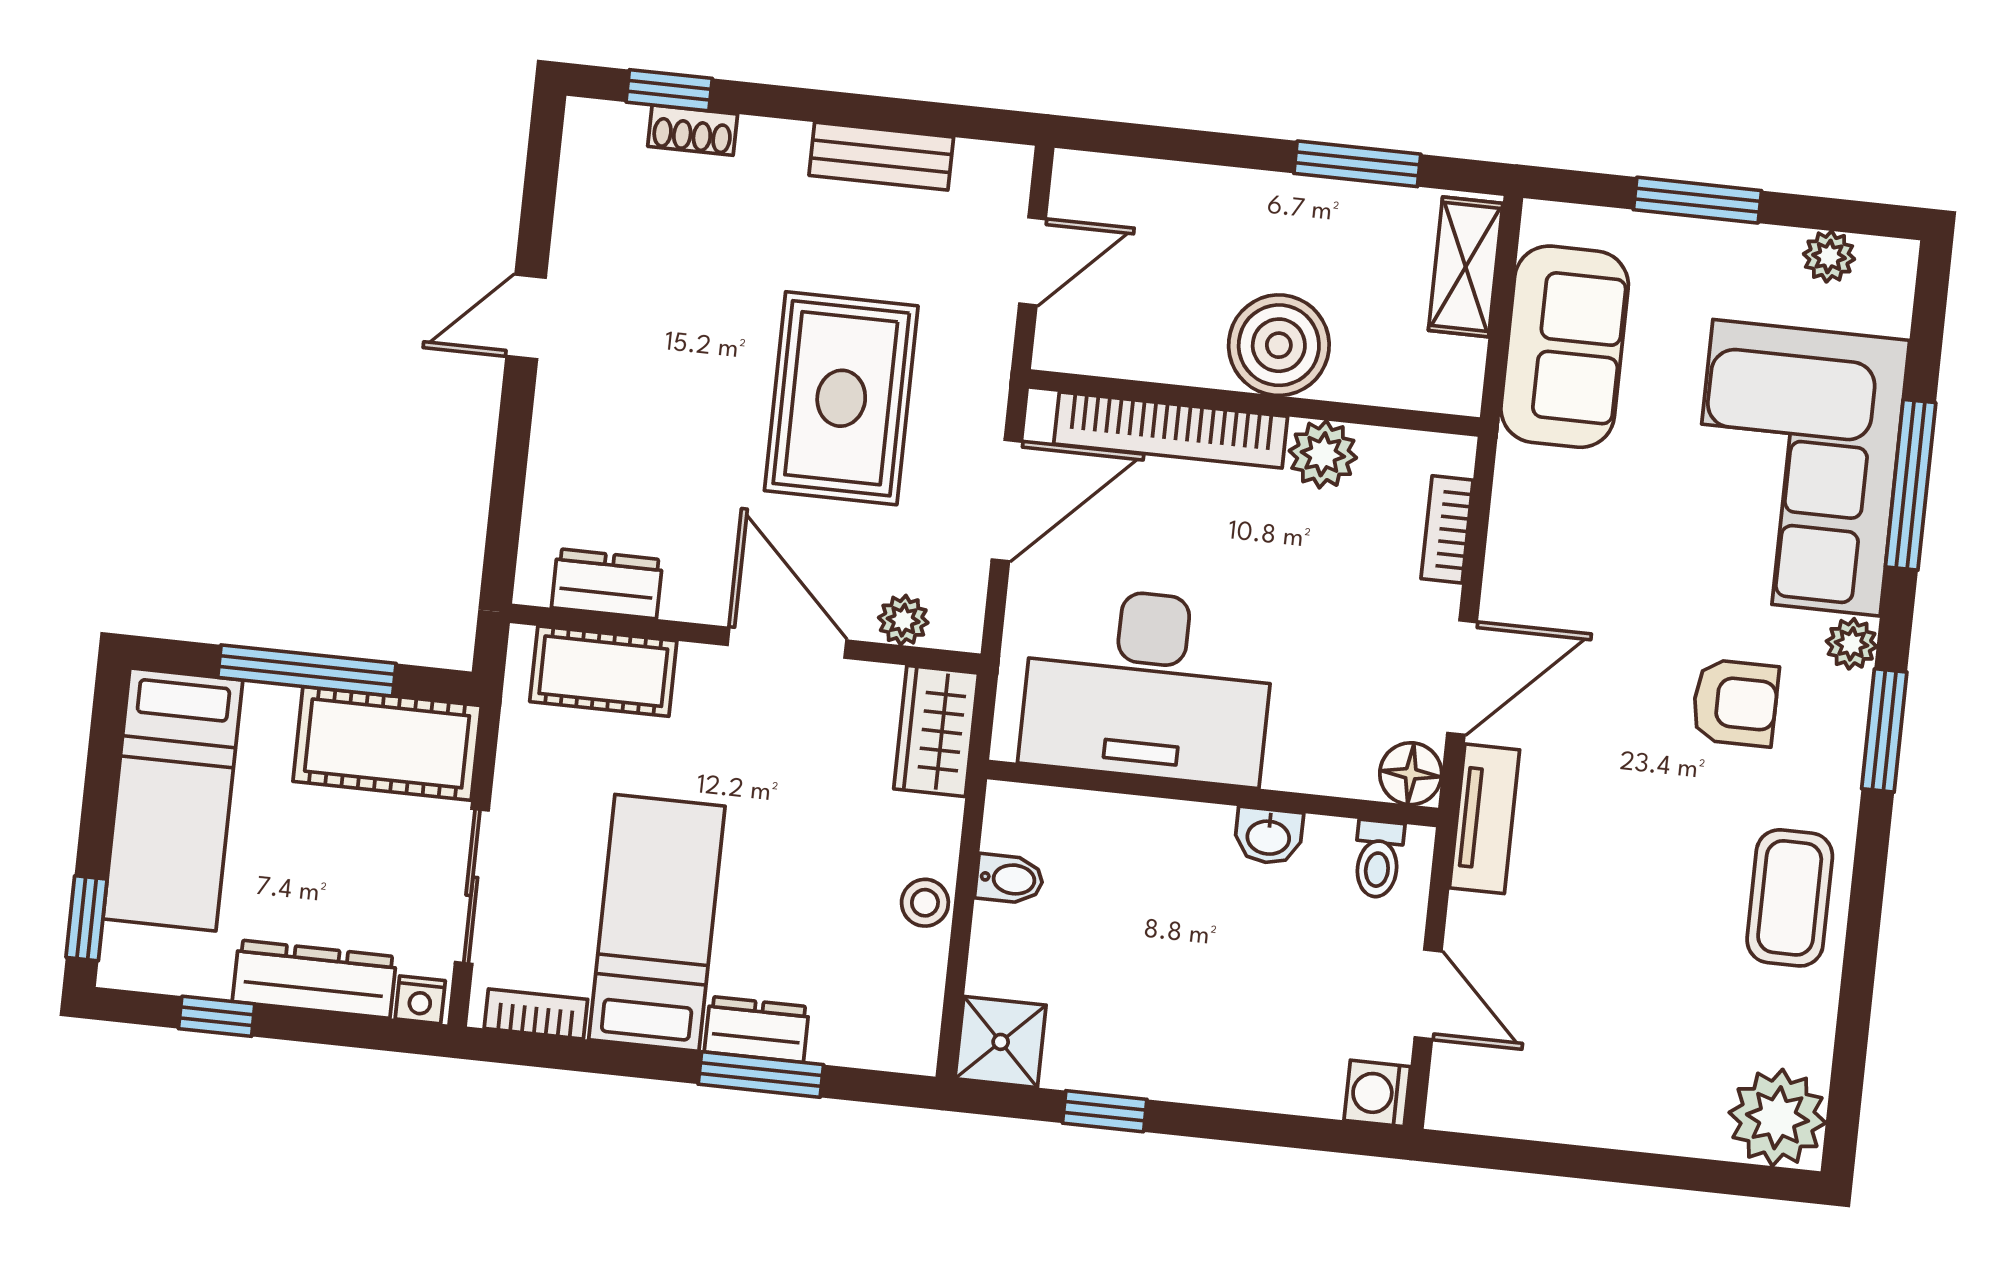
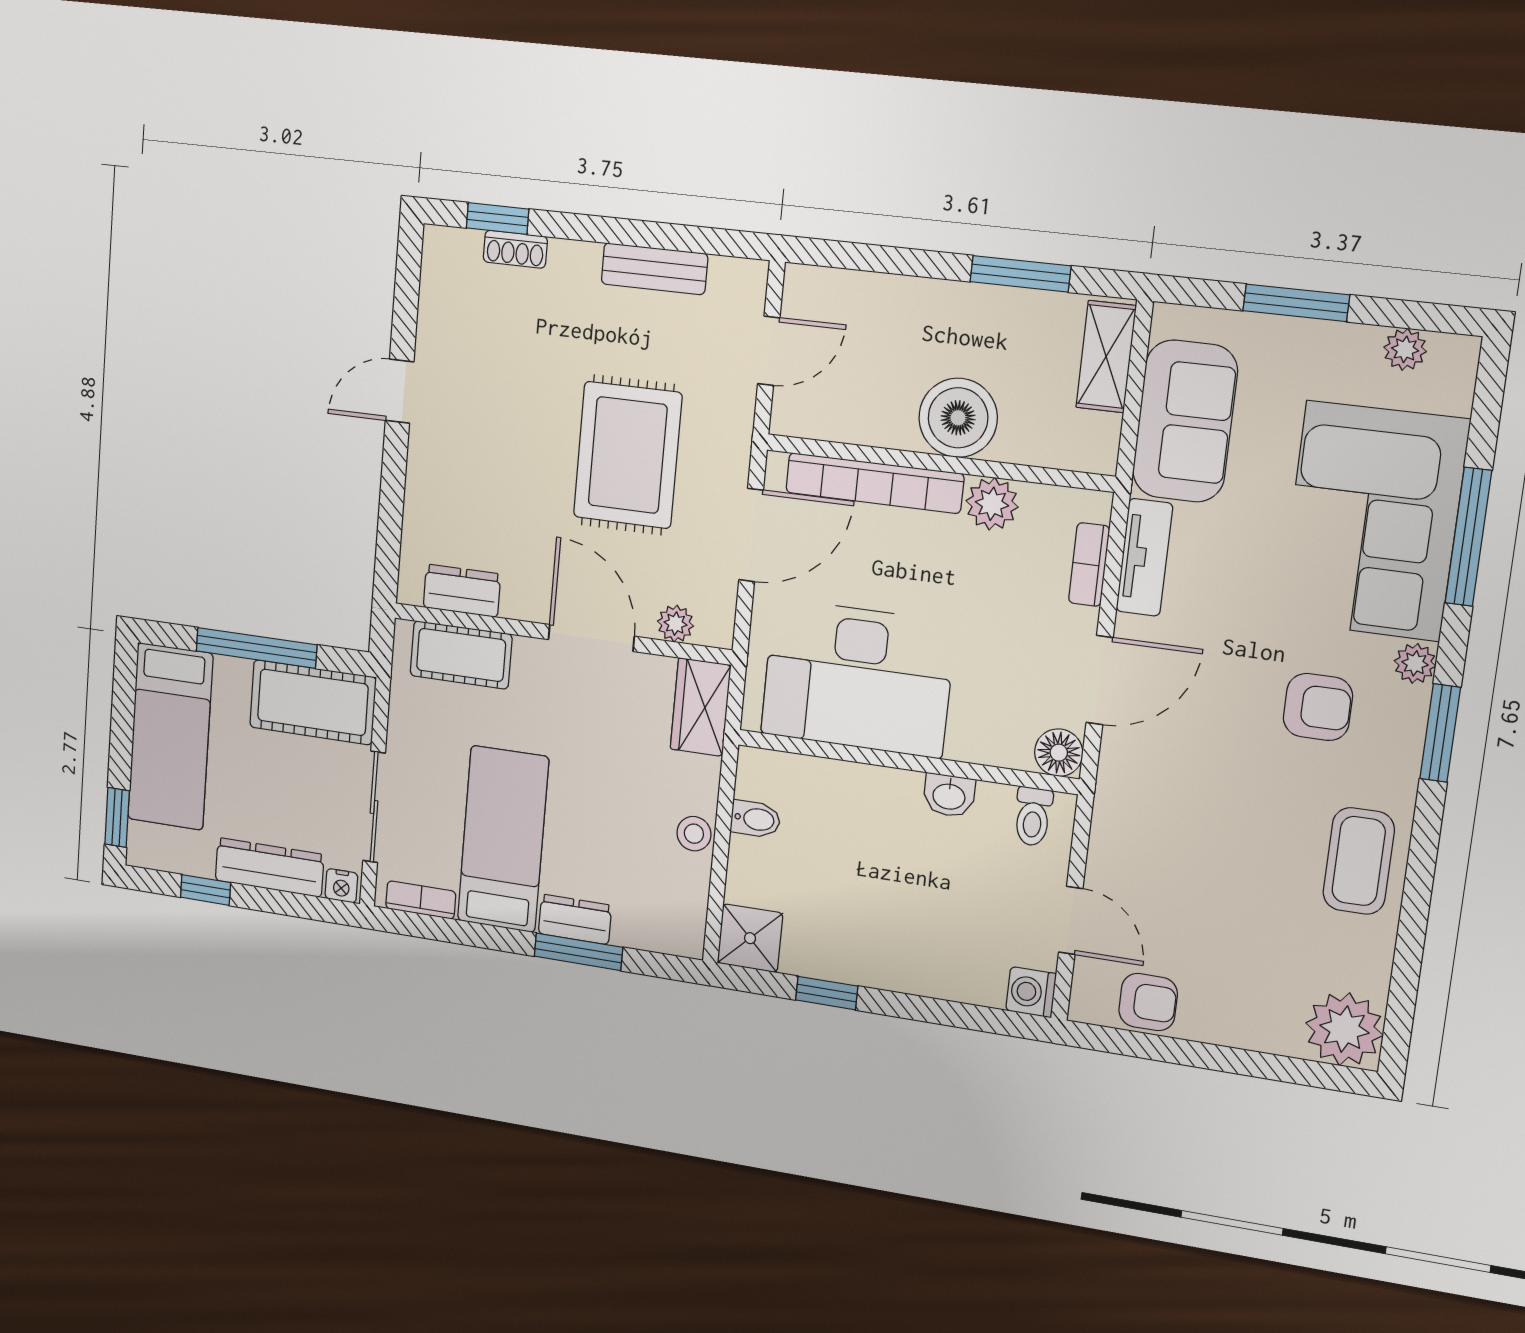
tv unit: (1485, 819) -> (1144, 557), moved
armchair: (1529, 1097) -> (1148, 1002), added

